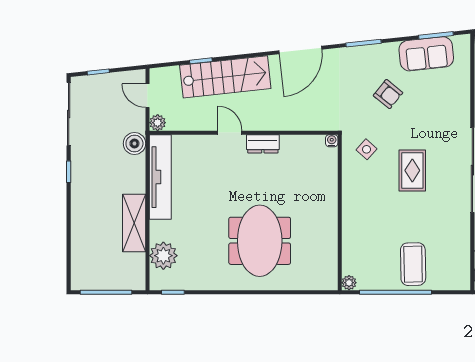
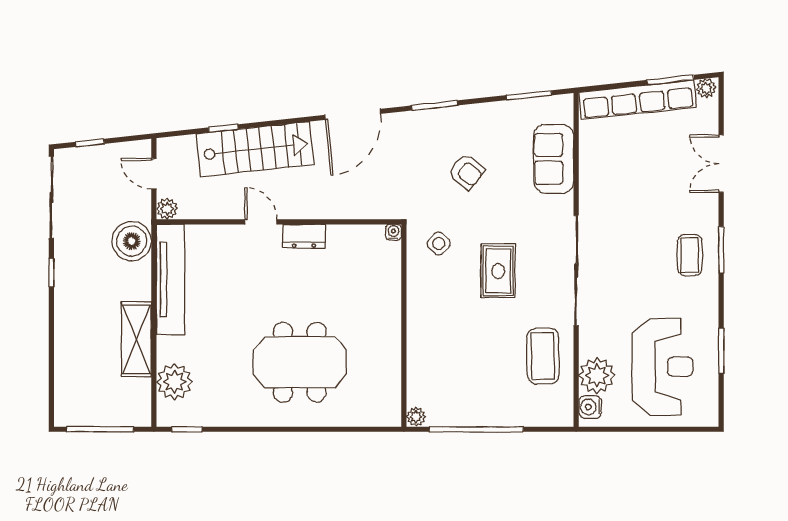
sofa: (426, 54) -> (554, 159), moved, turned 96
boiler: (134, 143) -> (132, 241), width x1.37, depth x1.37
meeting table: (260, 241) -> (300, 362), turned 90
coffee table: (413, 264) -> (543, 356), moved

